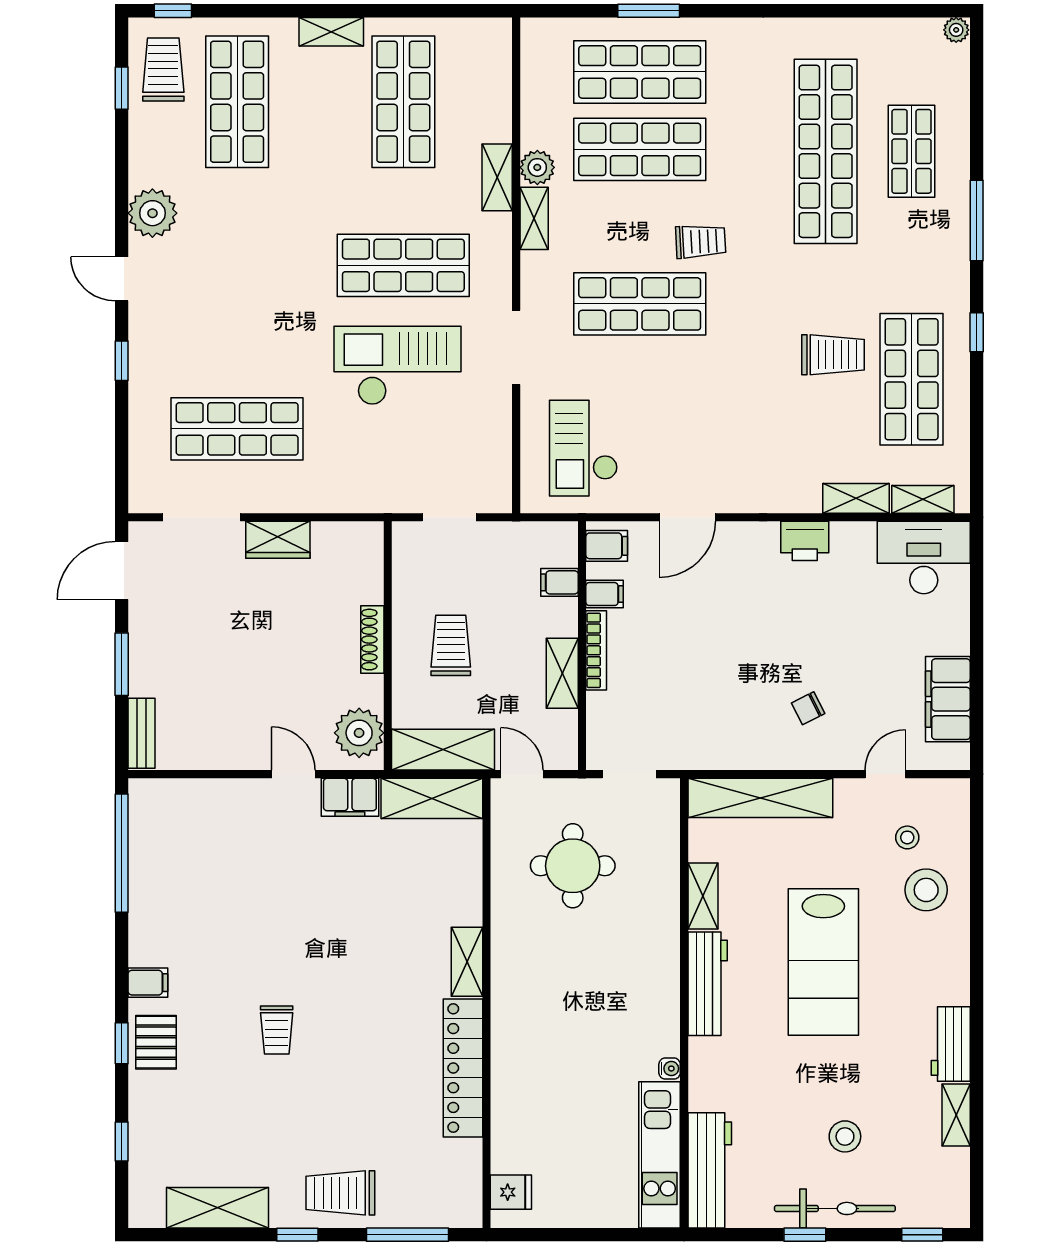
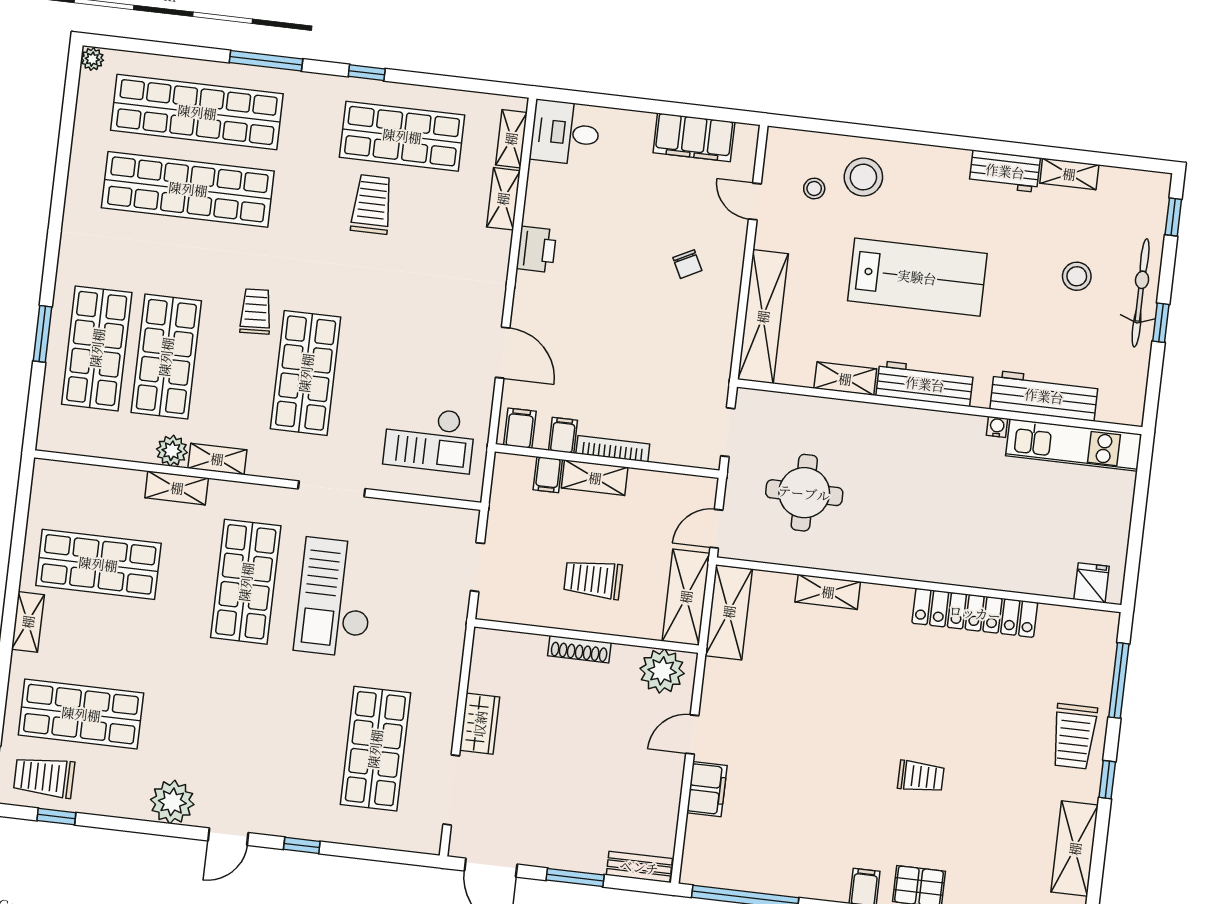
shop shelf: (912, 151) -> (197, 112), width x2.00, depth x1.36
desk: (924, 558) -> (565, 133), width x0.73
shelving: (562, 673) -> (595, 478), moved
filing cabinet: (350, 797) -> (707, 789), moved
shelving: (467, 962) -> (828, 592), moved
workbench: (710, 1170) -> (1044, 396), moved

